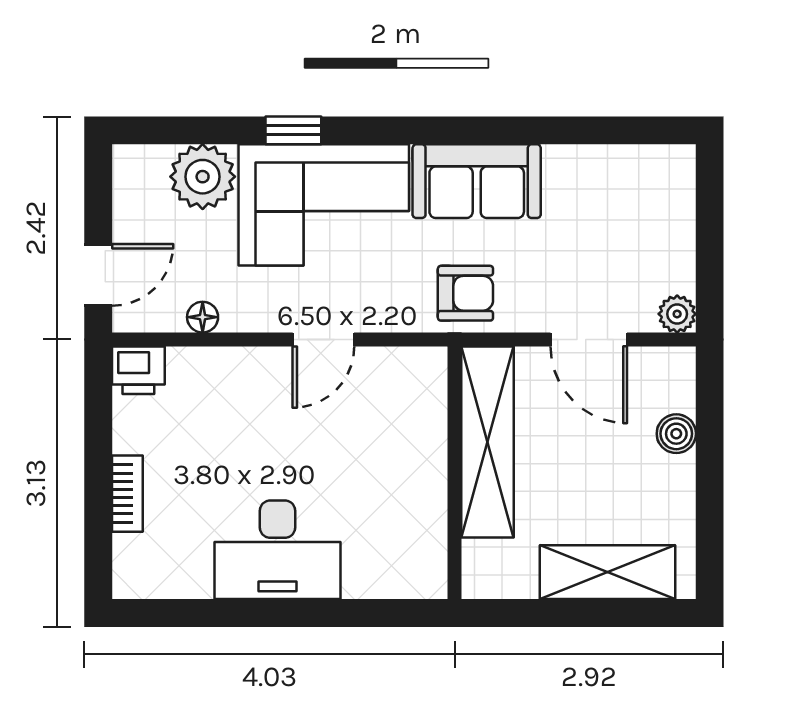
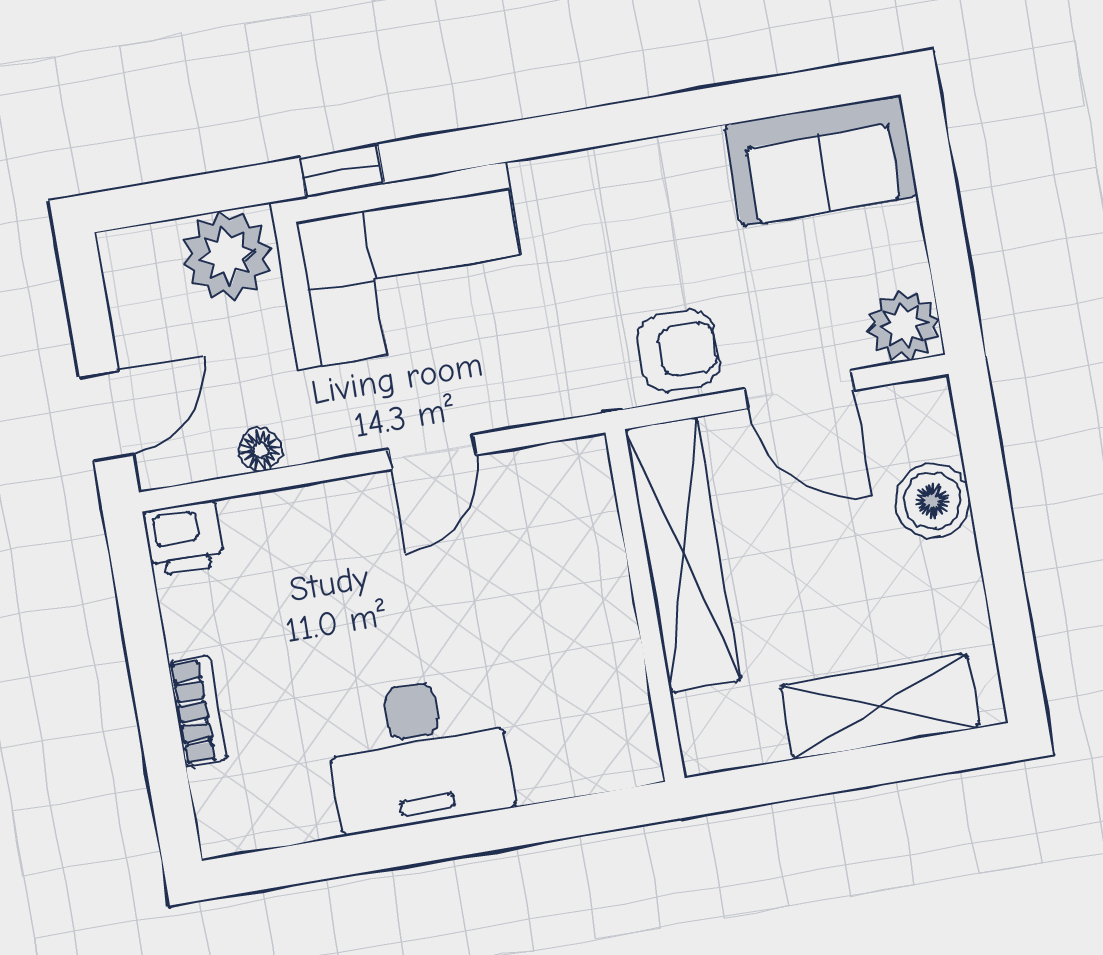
sofa: (477, 181) -> (821, 161), moved
armchair: (465, 293) -> (678, 351), moved
plant: (677, 314) -> (904, 325), width x1.38, depth x1.38
boiler: (676, 434) -> (933, 501), width x1.36, depth x1.36

